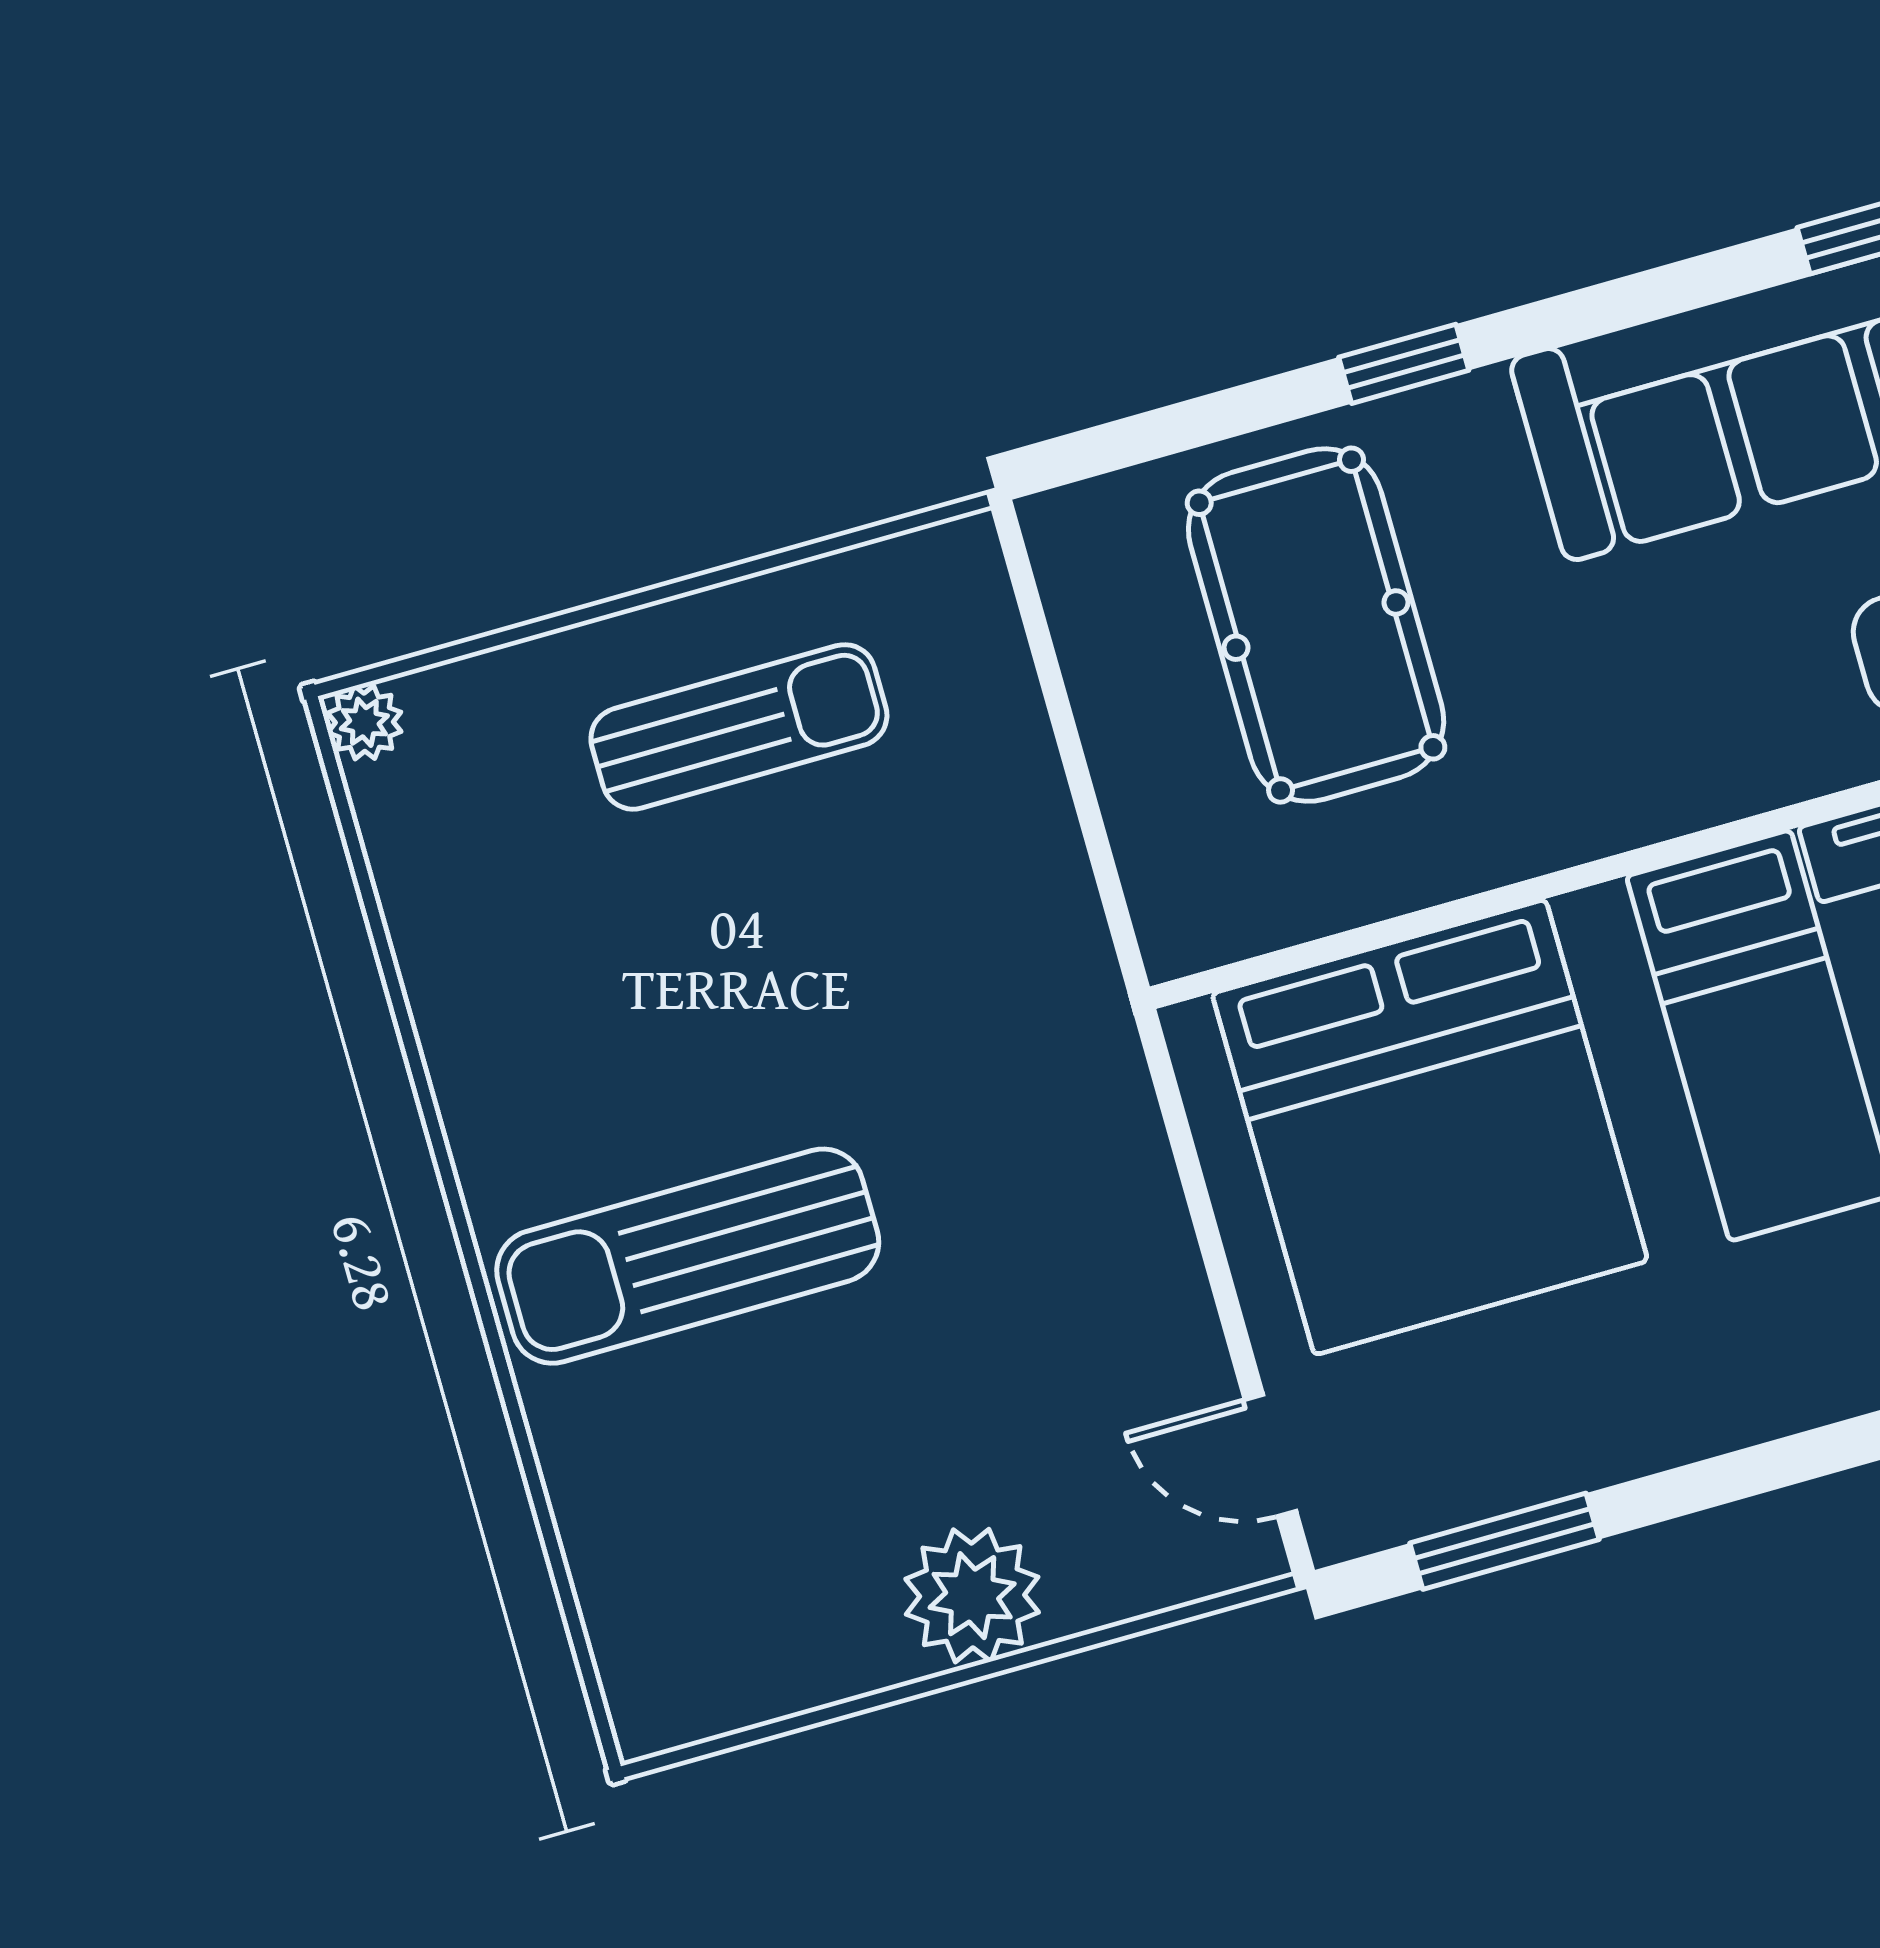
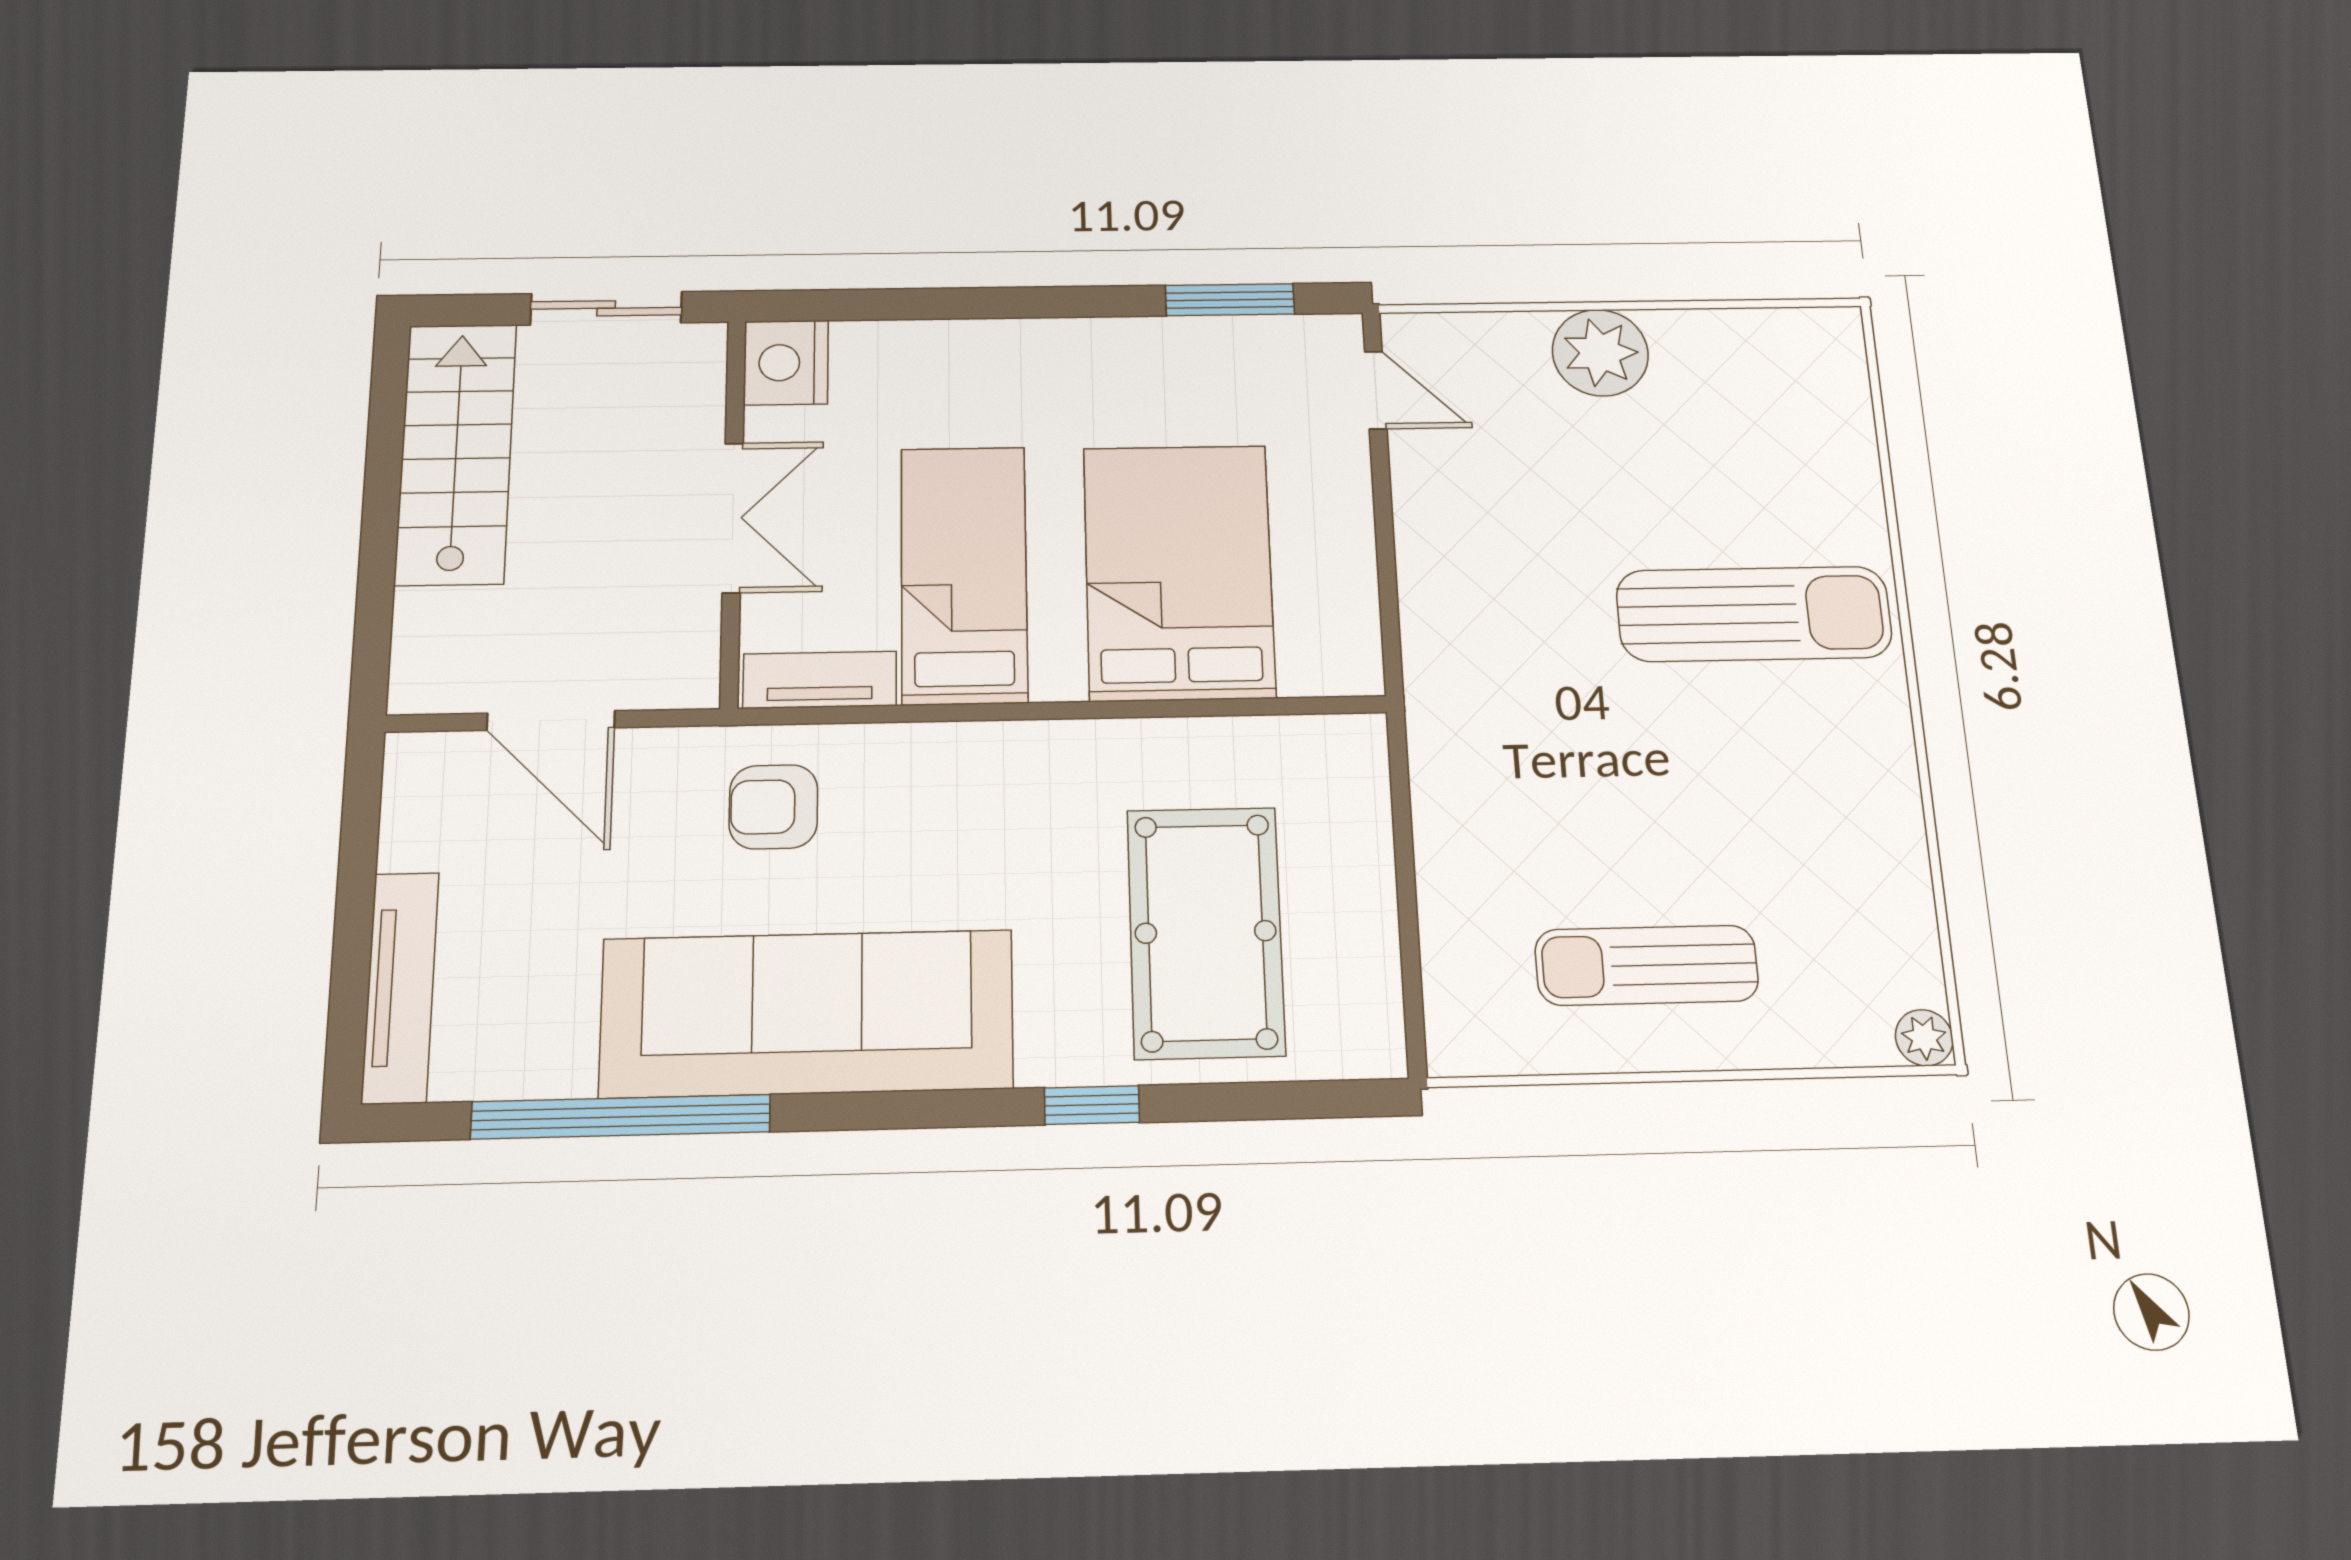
bed: (1430, 1127) -> (1179, 572), width x0.73

